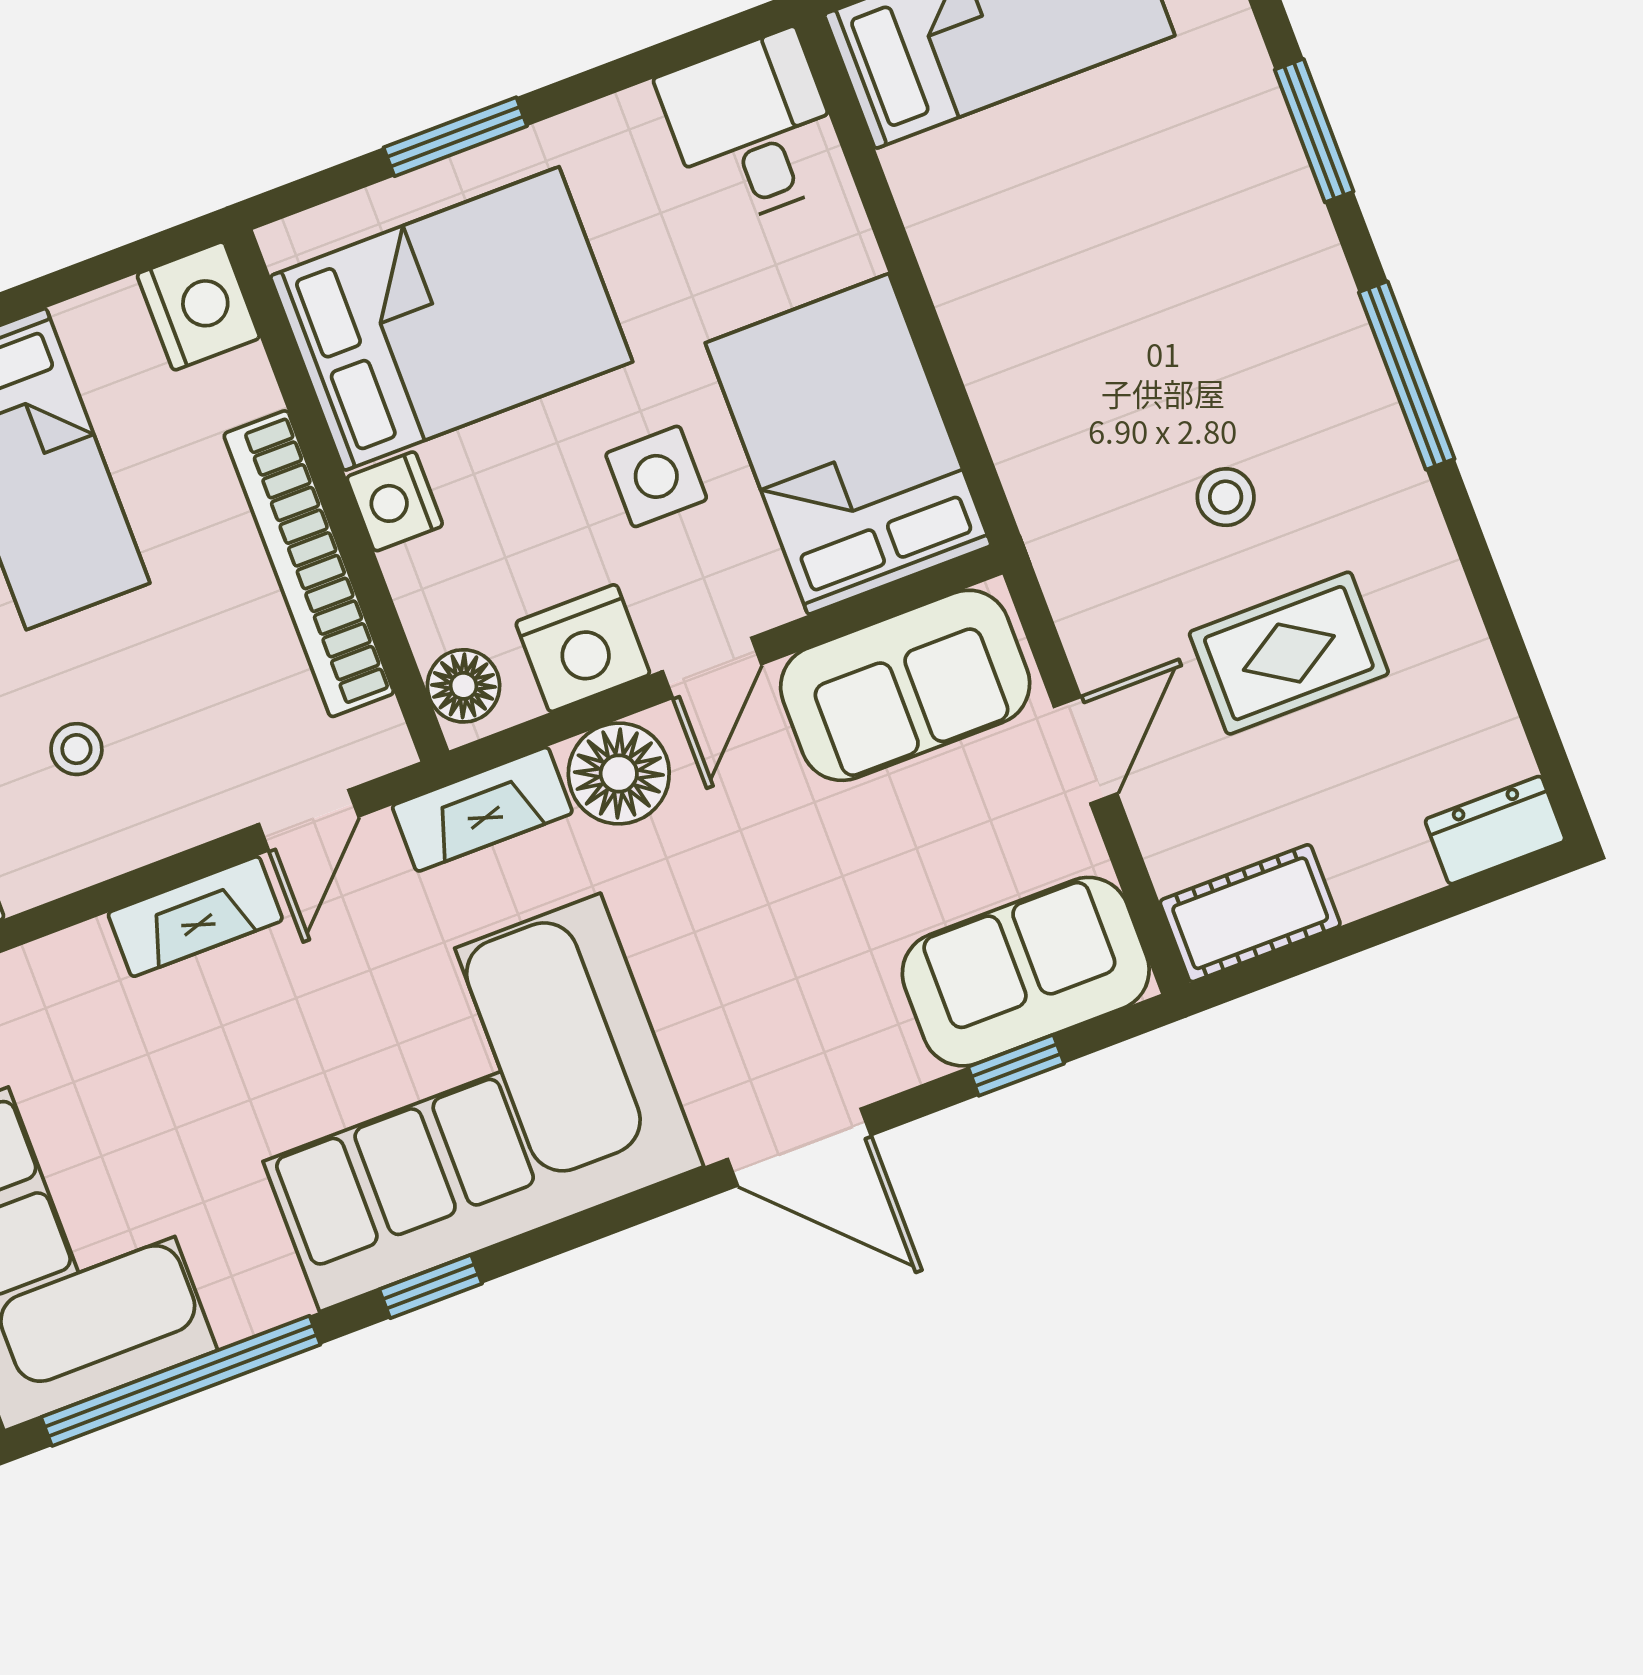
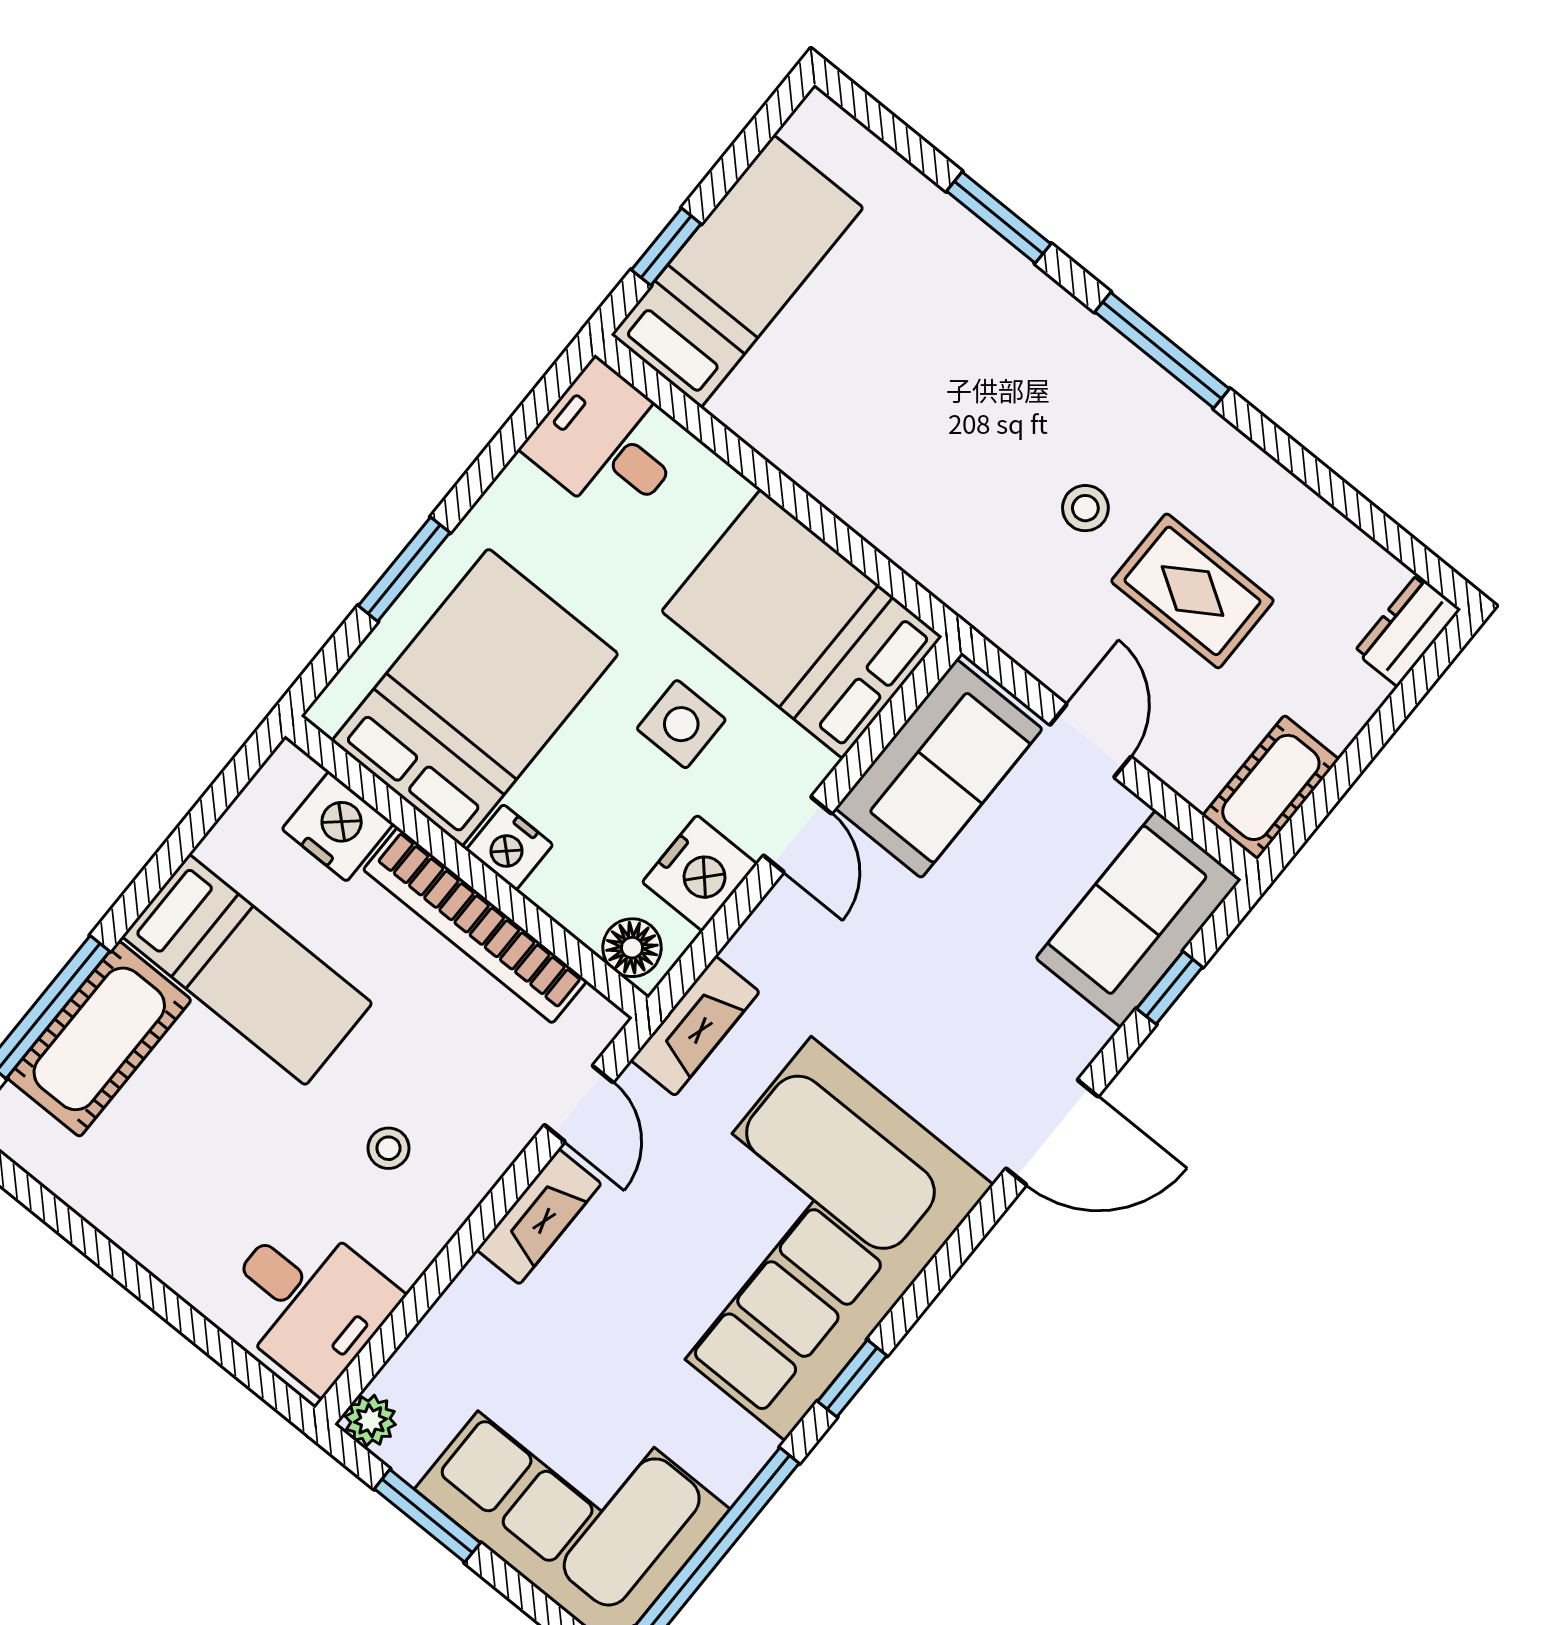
nightstand: (198, 306) -> (338, 826), moved
rug: (1289, 653) -> (1192, 591), turned 90
floor lamp: (619, 773) -> (775, 946), removed

